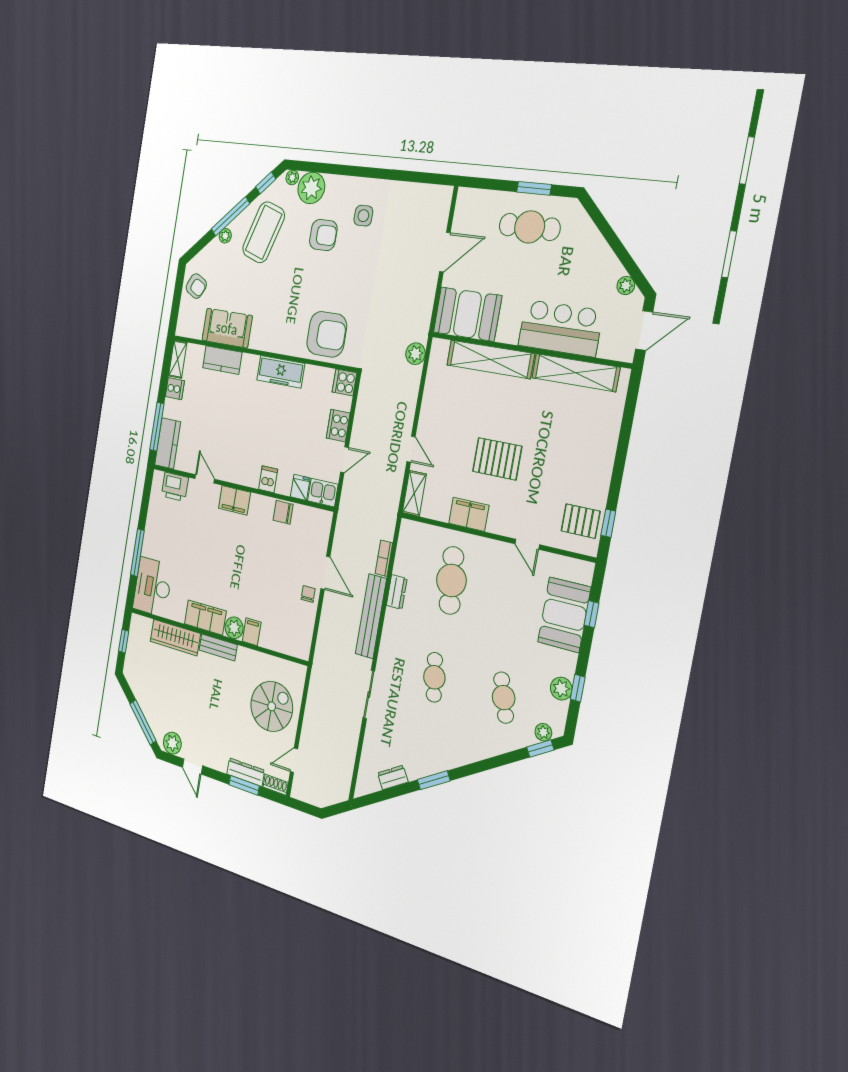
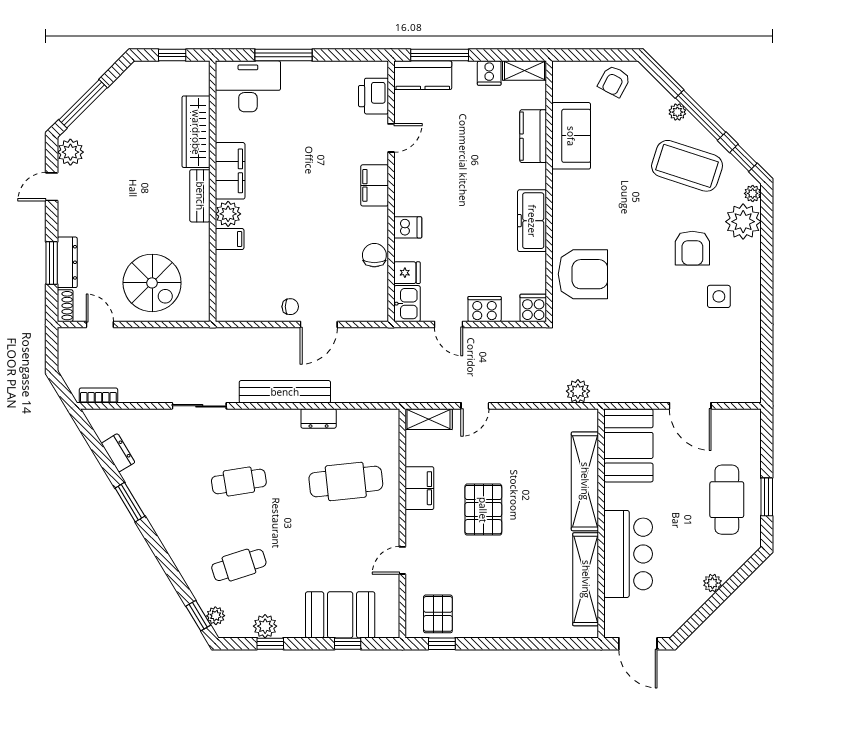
plant: (626, 286) -> (712, 583), moved
armchair: (327, 334) -> (583, 274), turned -90
bookcase: (384, 558) -> (98, 395), moved

